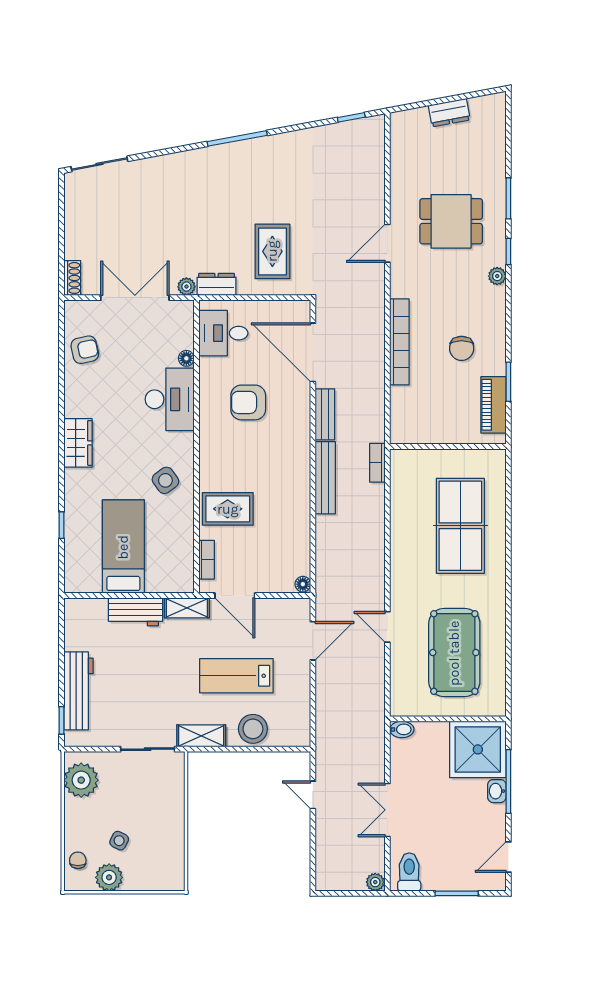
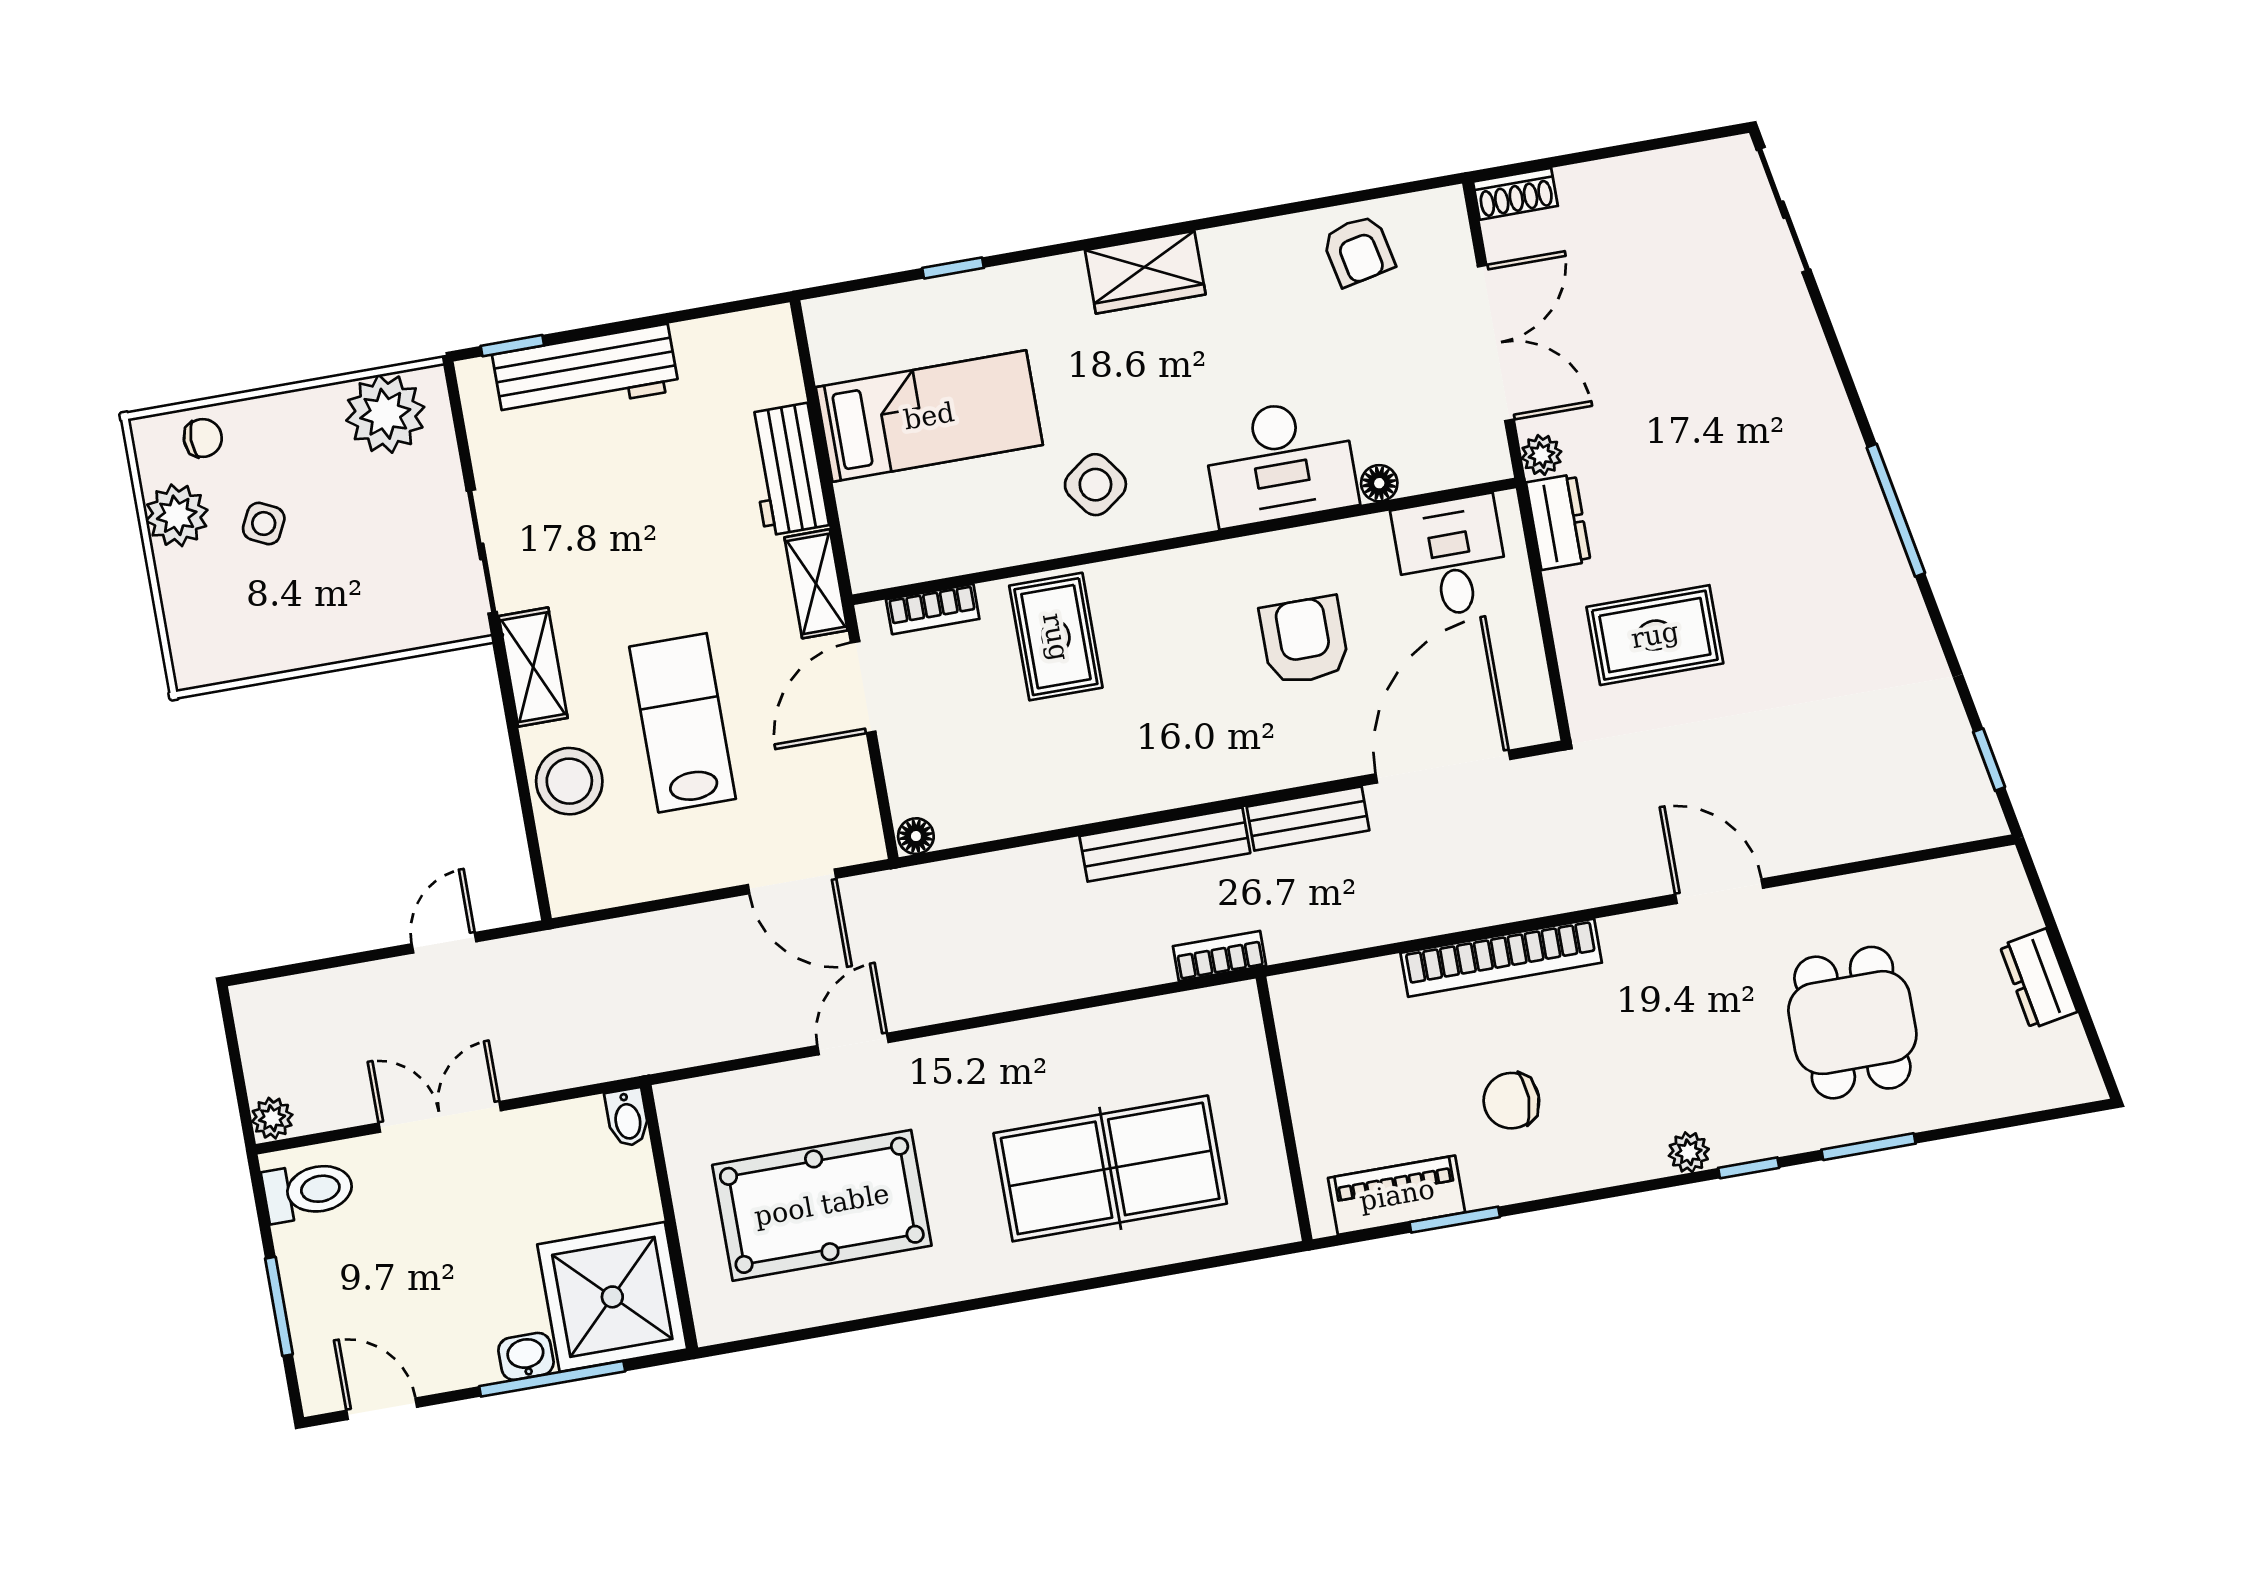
dining table: (451, 221) -> (1852, 1023), moved

